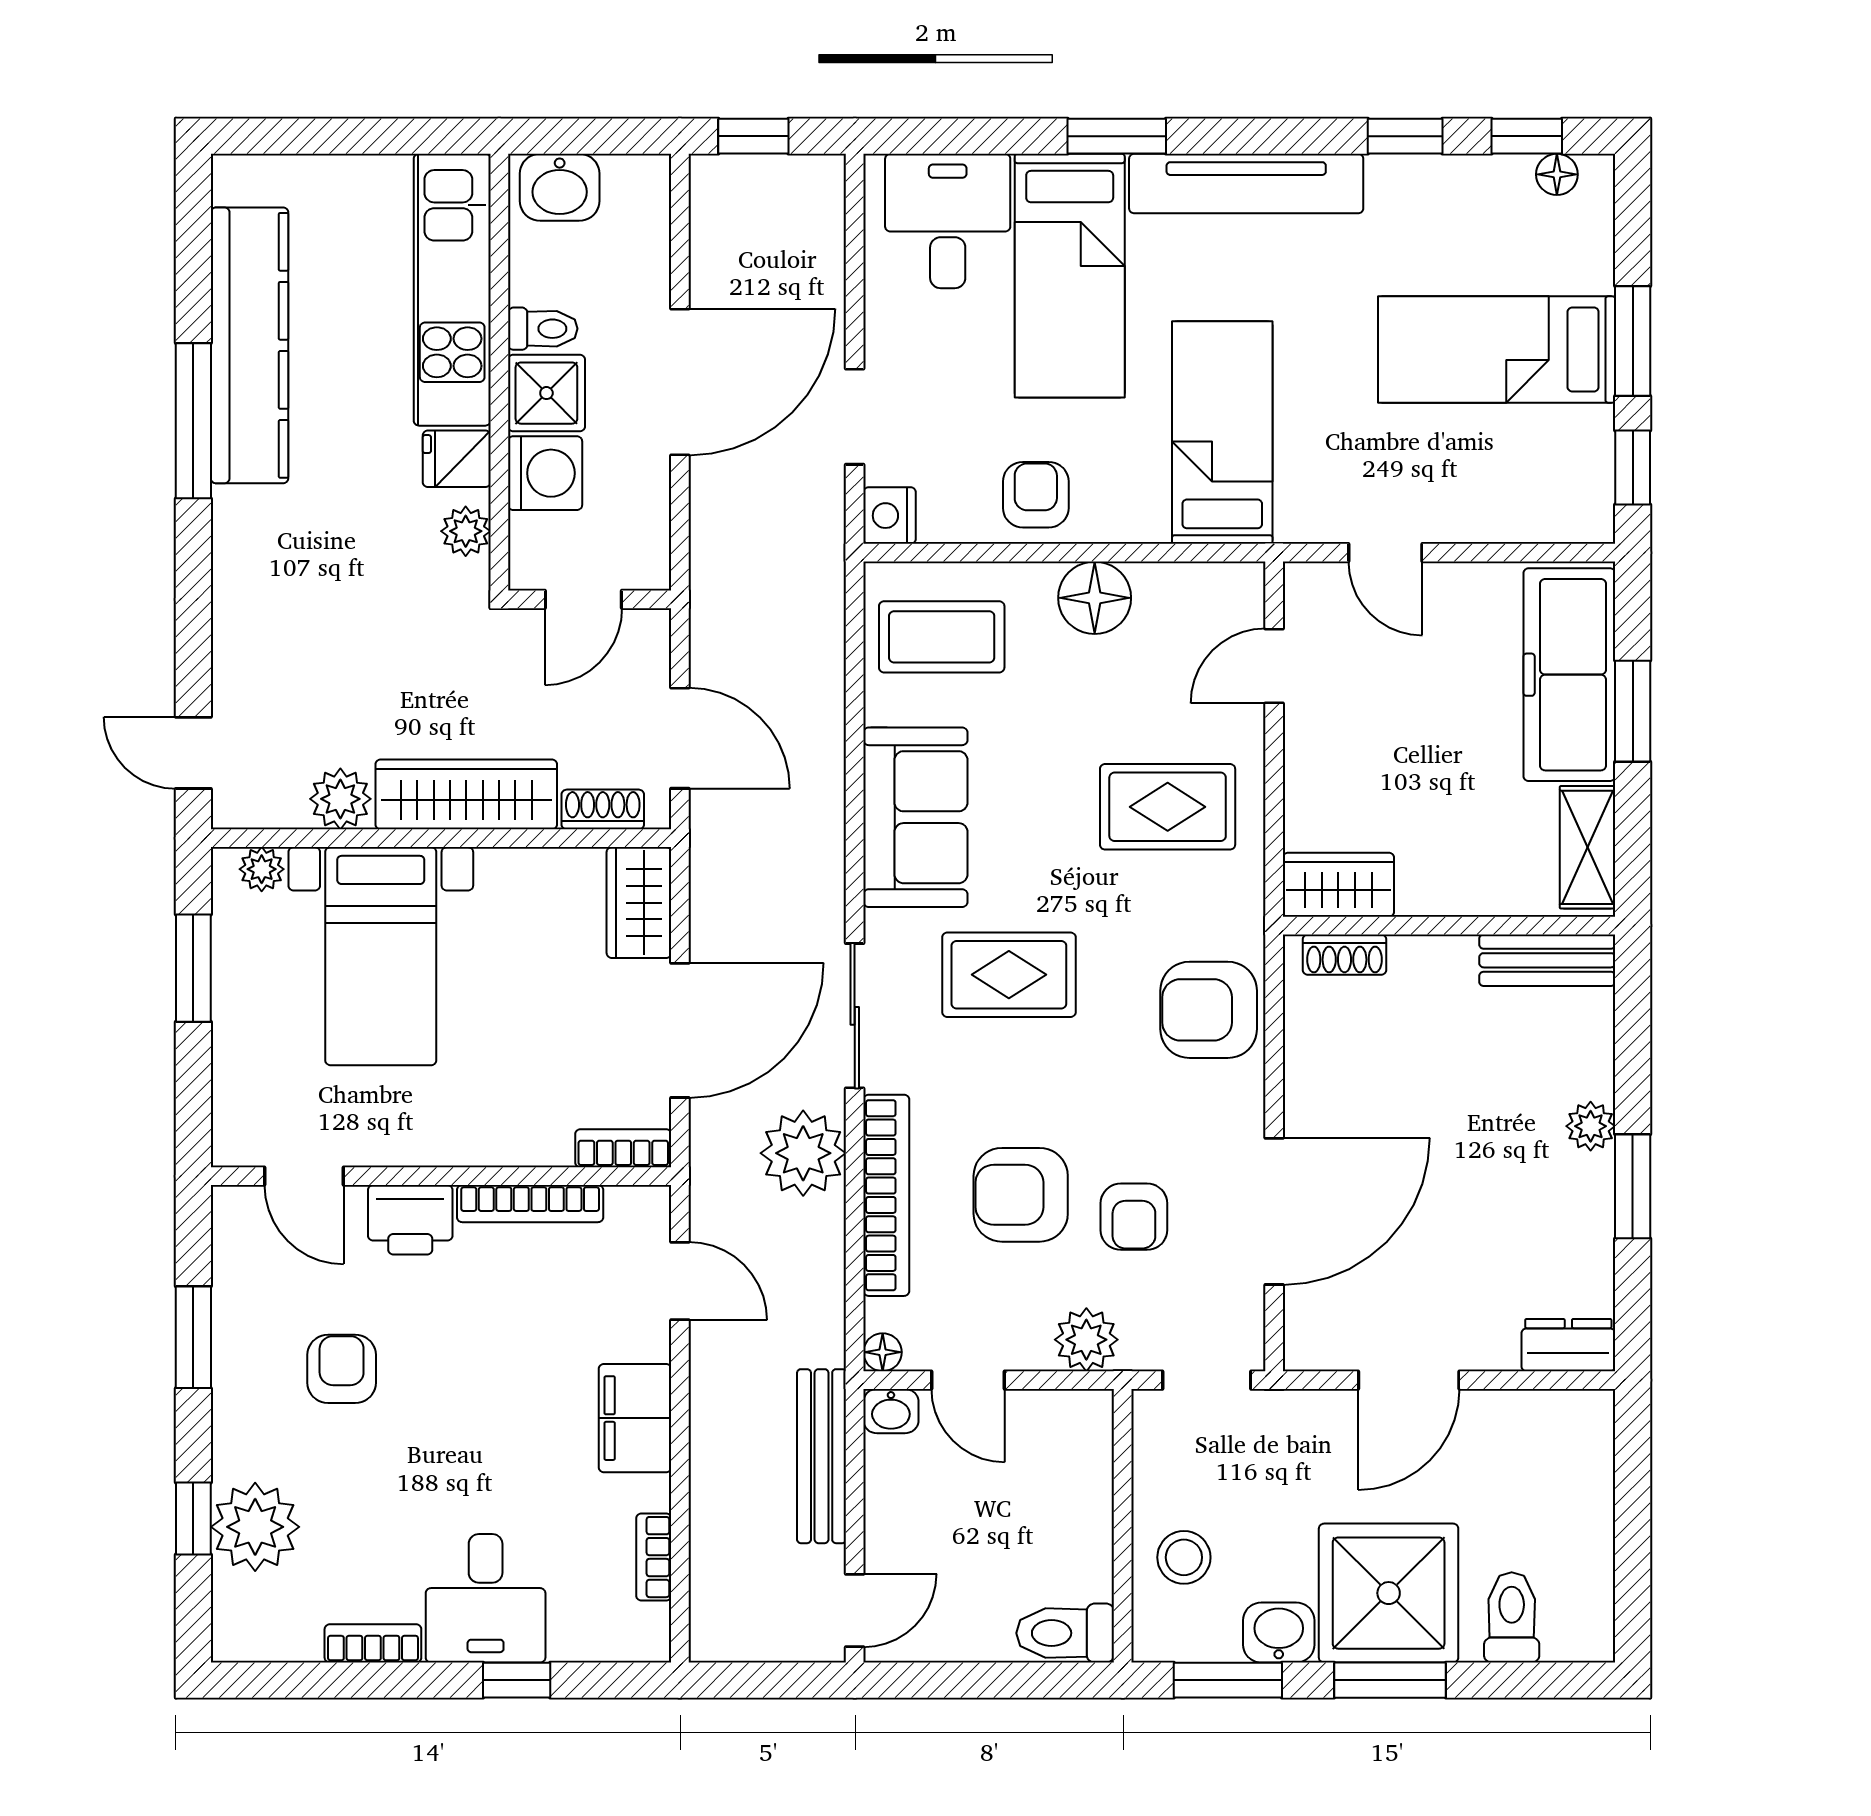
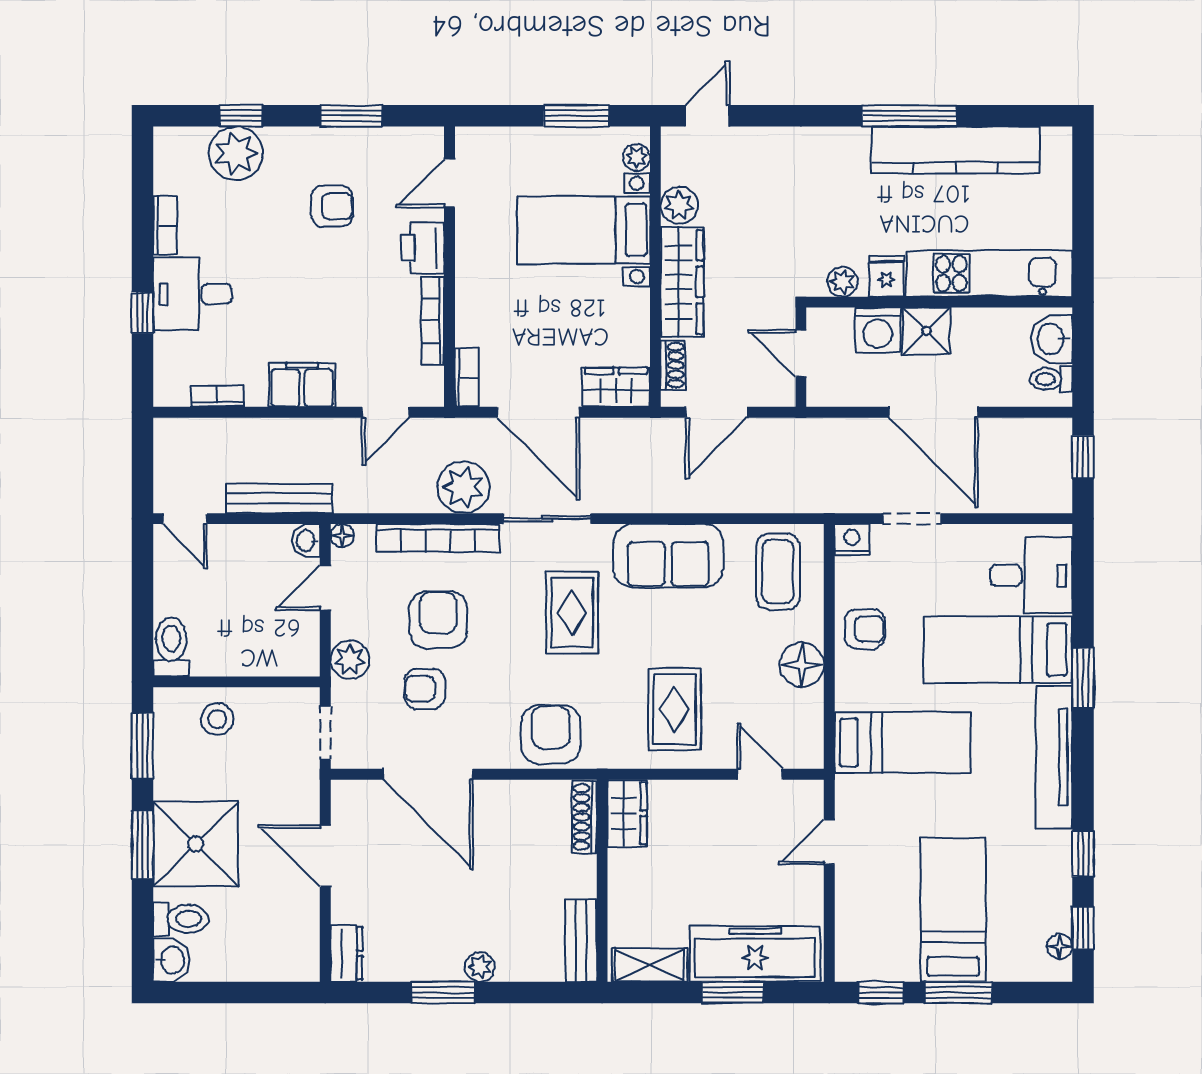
toilet: (543, 329) -> (1051, 379), moved, turned 90
shoe rack: (1344, 955) -> (584, 817), width x1.43
washbasin: (1279, 1633) -> (171, 960), moved

